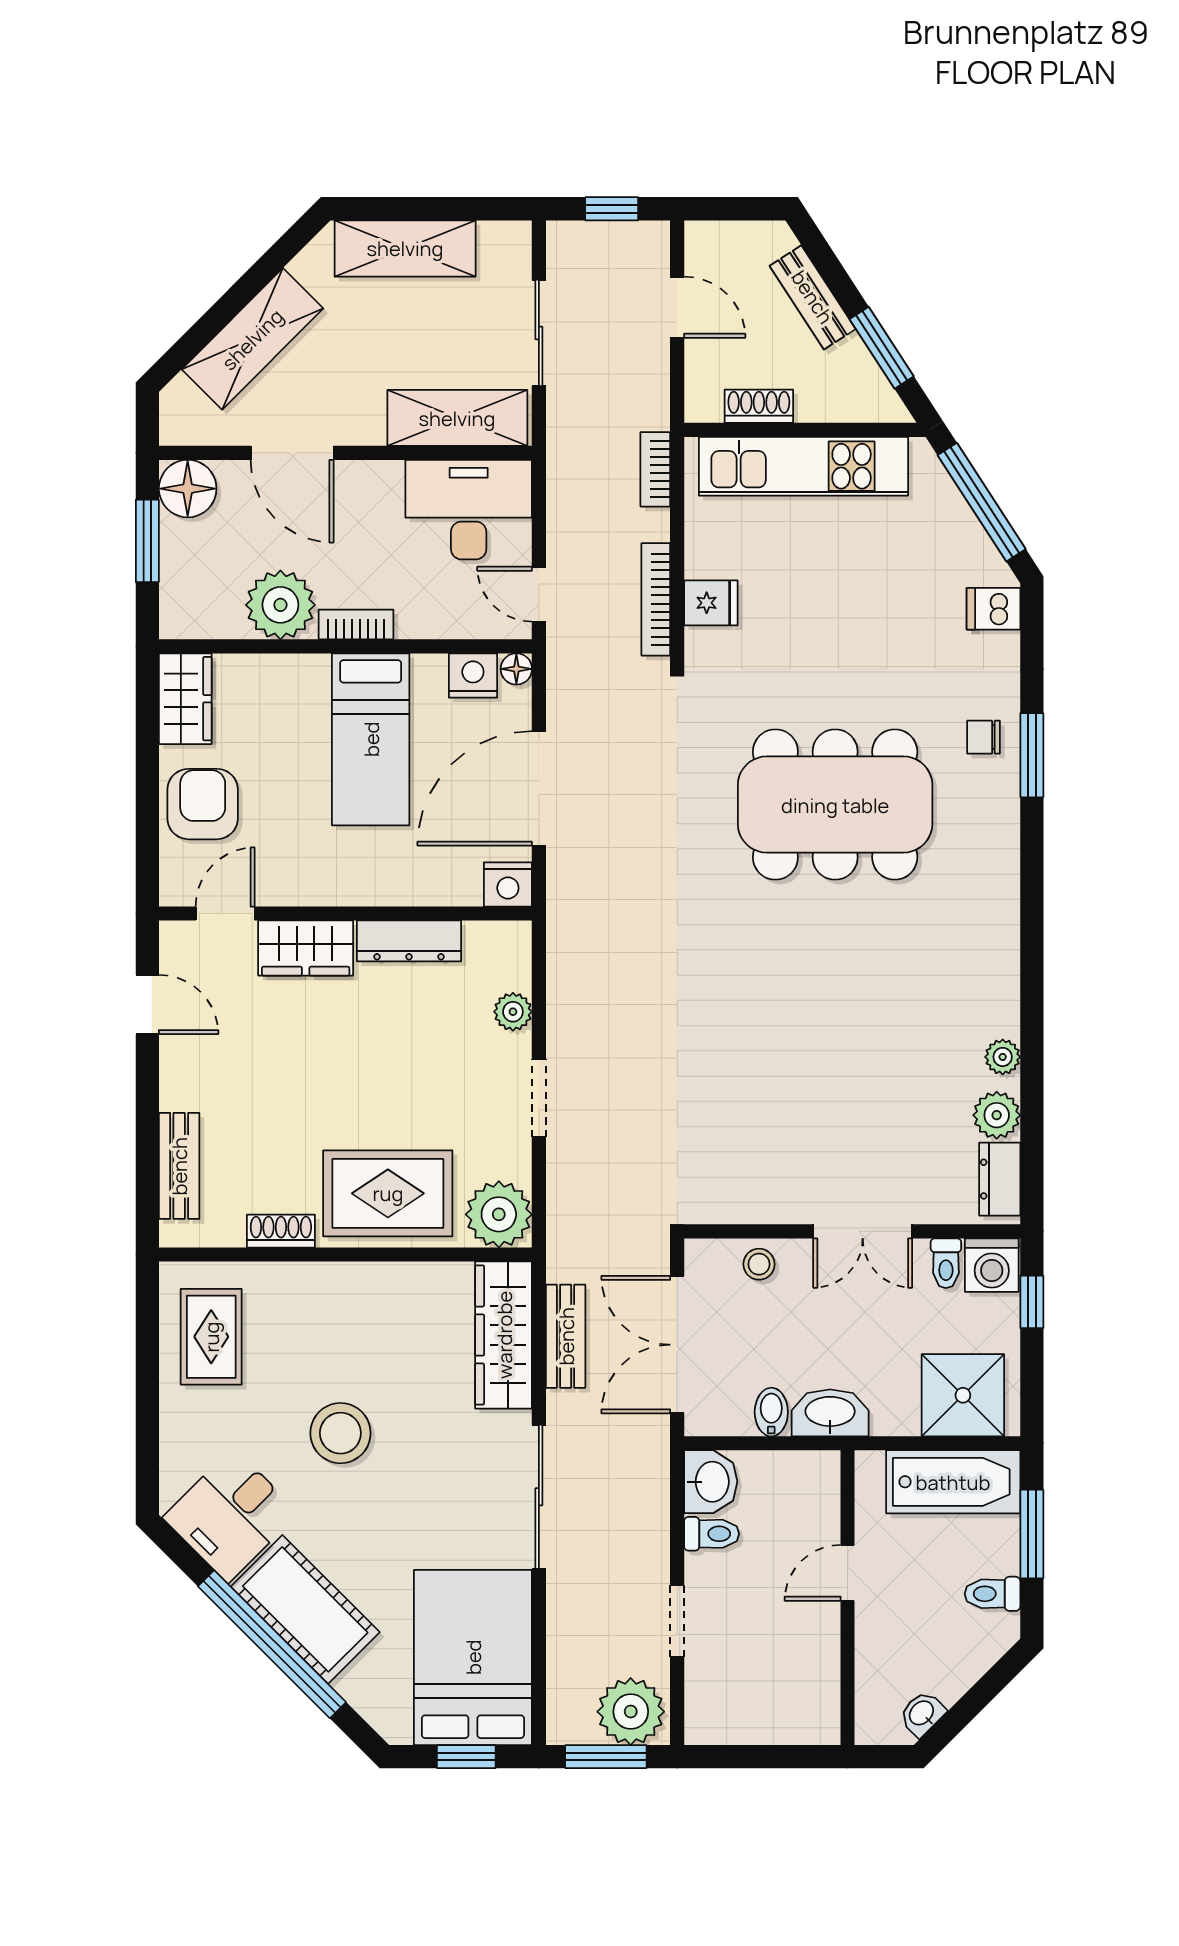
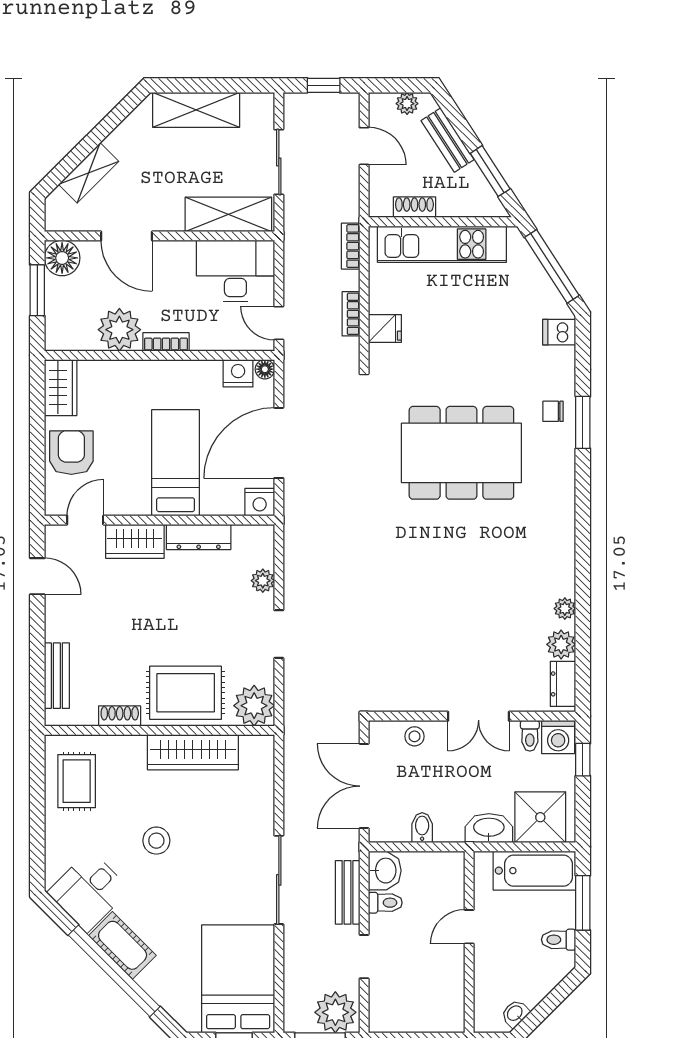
plant: (747, 238) -> (407, 104), added
shelving: (252, 339) -> (89, 173), width x0.67, depth x0.75
bookcase: (656, 599) -> (351, 314), width x0.64
bed: (371, 739) -> (176, 463), moved, turned 180
wardrobe: (504, 1335) -> (193, 752), moved, turned -90
bench: (566, 1336) -> (348, 892), moved
washbasin: (830, 1413) -> (489, 828), moved
stool: (340, 1433) -> (156, 841), width x0.73, depth x0.73
cot: (305, 1609) -> (123, 945), width x0.73, depth x0.75

